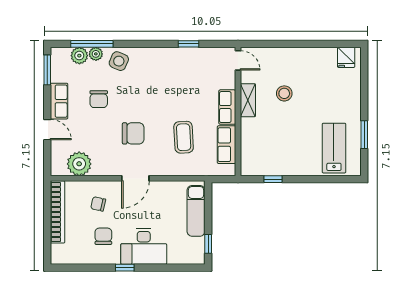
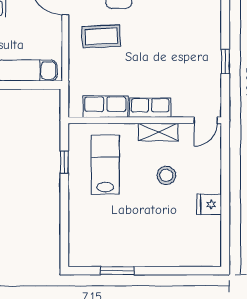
fridge: (346, 57) -> (209, 204), moved
coffee table: (184, 137) -> (101, 36), moved
lab bench: (334, 148) -> (105, 165), moved, turned -90

